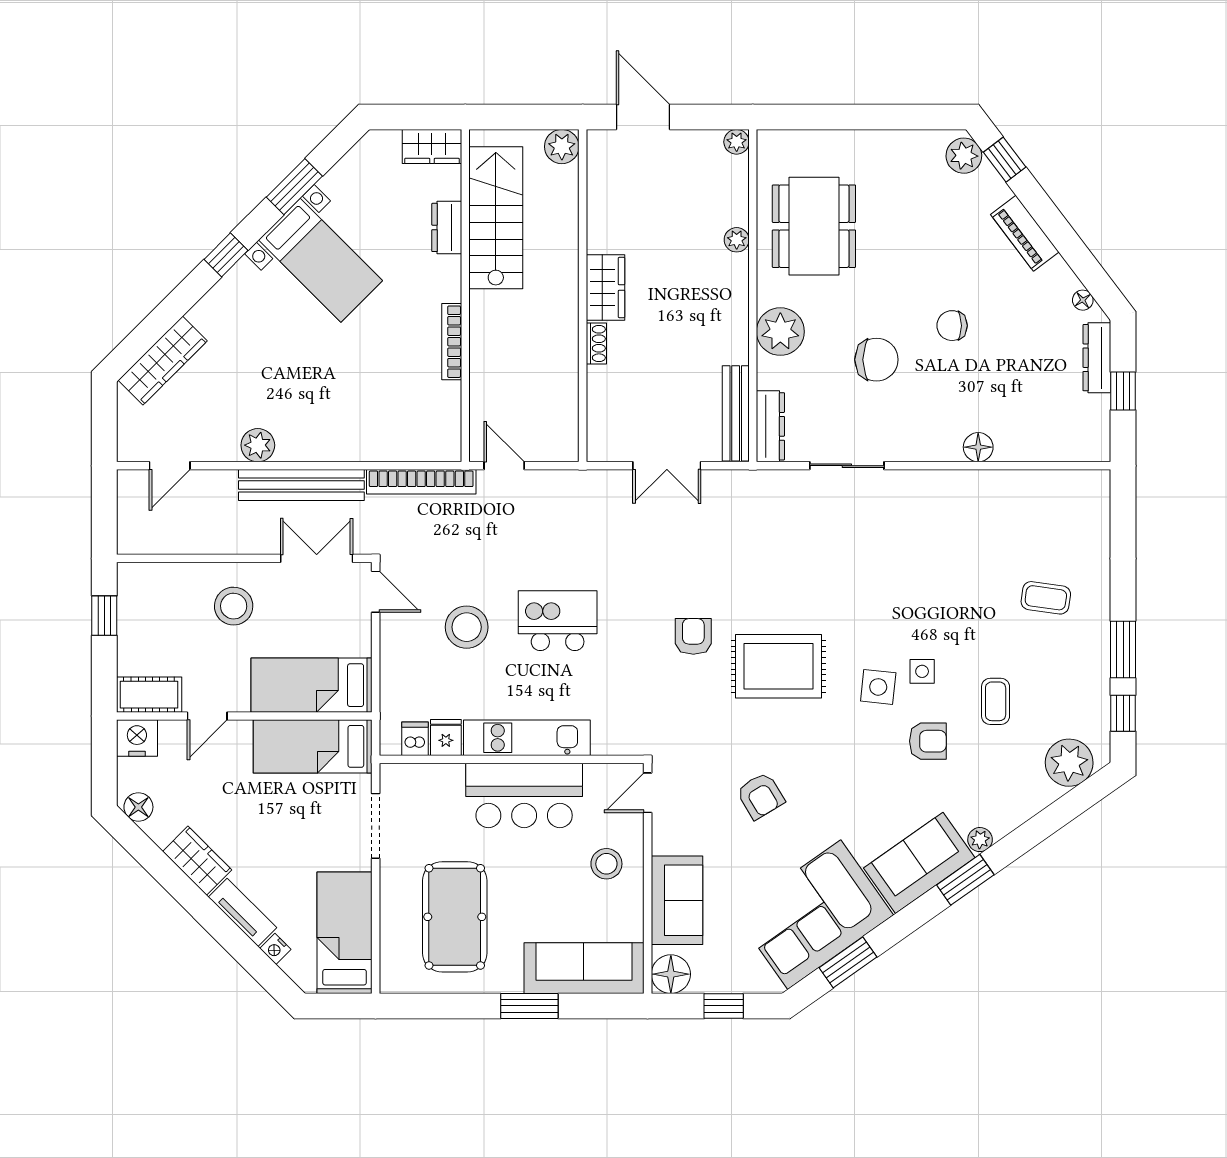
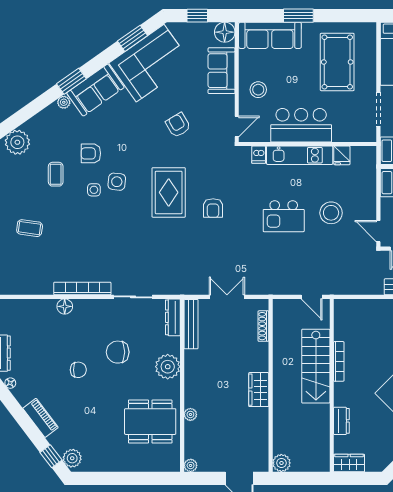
stairs: (496, 218) -> (316, 366), moved
dining table: (814, 226) -> (150, 422), turned 90
shoe rack: (596, 343) -> (263, 326), moved, width x1.43
bookcase: (421, 482) -> (82, 288), moved
rug: (779, 666) -> (169, 192), turned 90
dishwasher: (415, 739) -> (259, 155), moved

